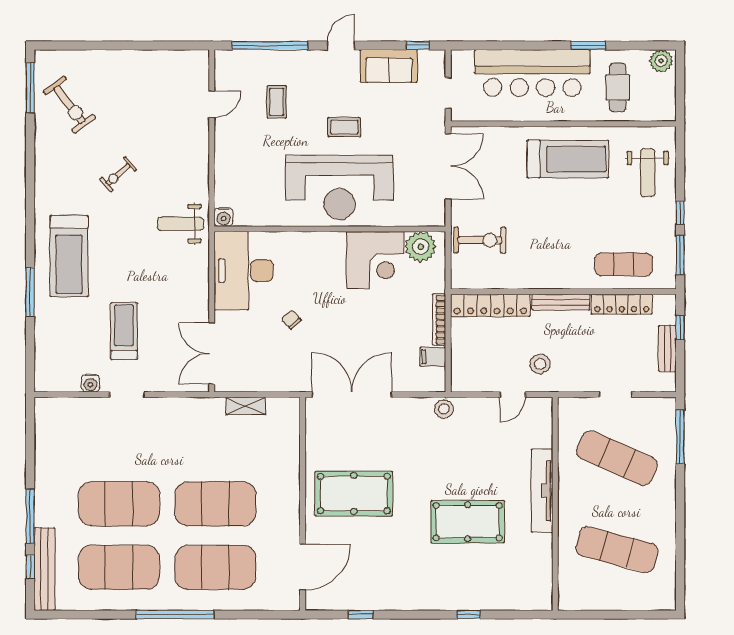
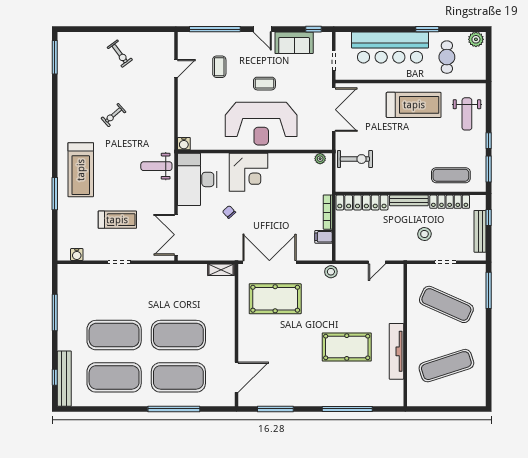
door: (341, 45) -> (262, 29), swing flipped
exercise bike: (69, 105) -> (120, 54), moved, width x0.73, depth x0.72
weight bench: (181, 224) -> (156, 166), moved
plant: (421, 247) -> (320, 159), width x0.53, depth x0.53
corner desk: (375, 260) -> (248, 172), moved
treadmill: (124, 331) -> (117, 220), turned 90
bench: (667, 348) -> (480, 231), width x1.36
stool: (540, 364) -> (424, 234), moved
water cooler: (90, 383) -> (77, 255), moved
shelving: (246, 406) -> (221, 270), moved
tv unit: (542, 491) -> (396, 351), moved
pool table: (354, 494) -> (275, 299), moved
window: (30, 516) -> (55, 312), moved
exercise mat: (617, 550) -> (446, 366), turned -33
window: (175, 615) -> (174, 409), moved
window: (361, 615) -> (275, 409), width x2.17
window: (468, 615) -> (347, 409), width x3.17

